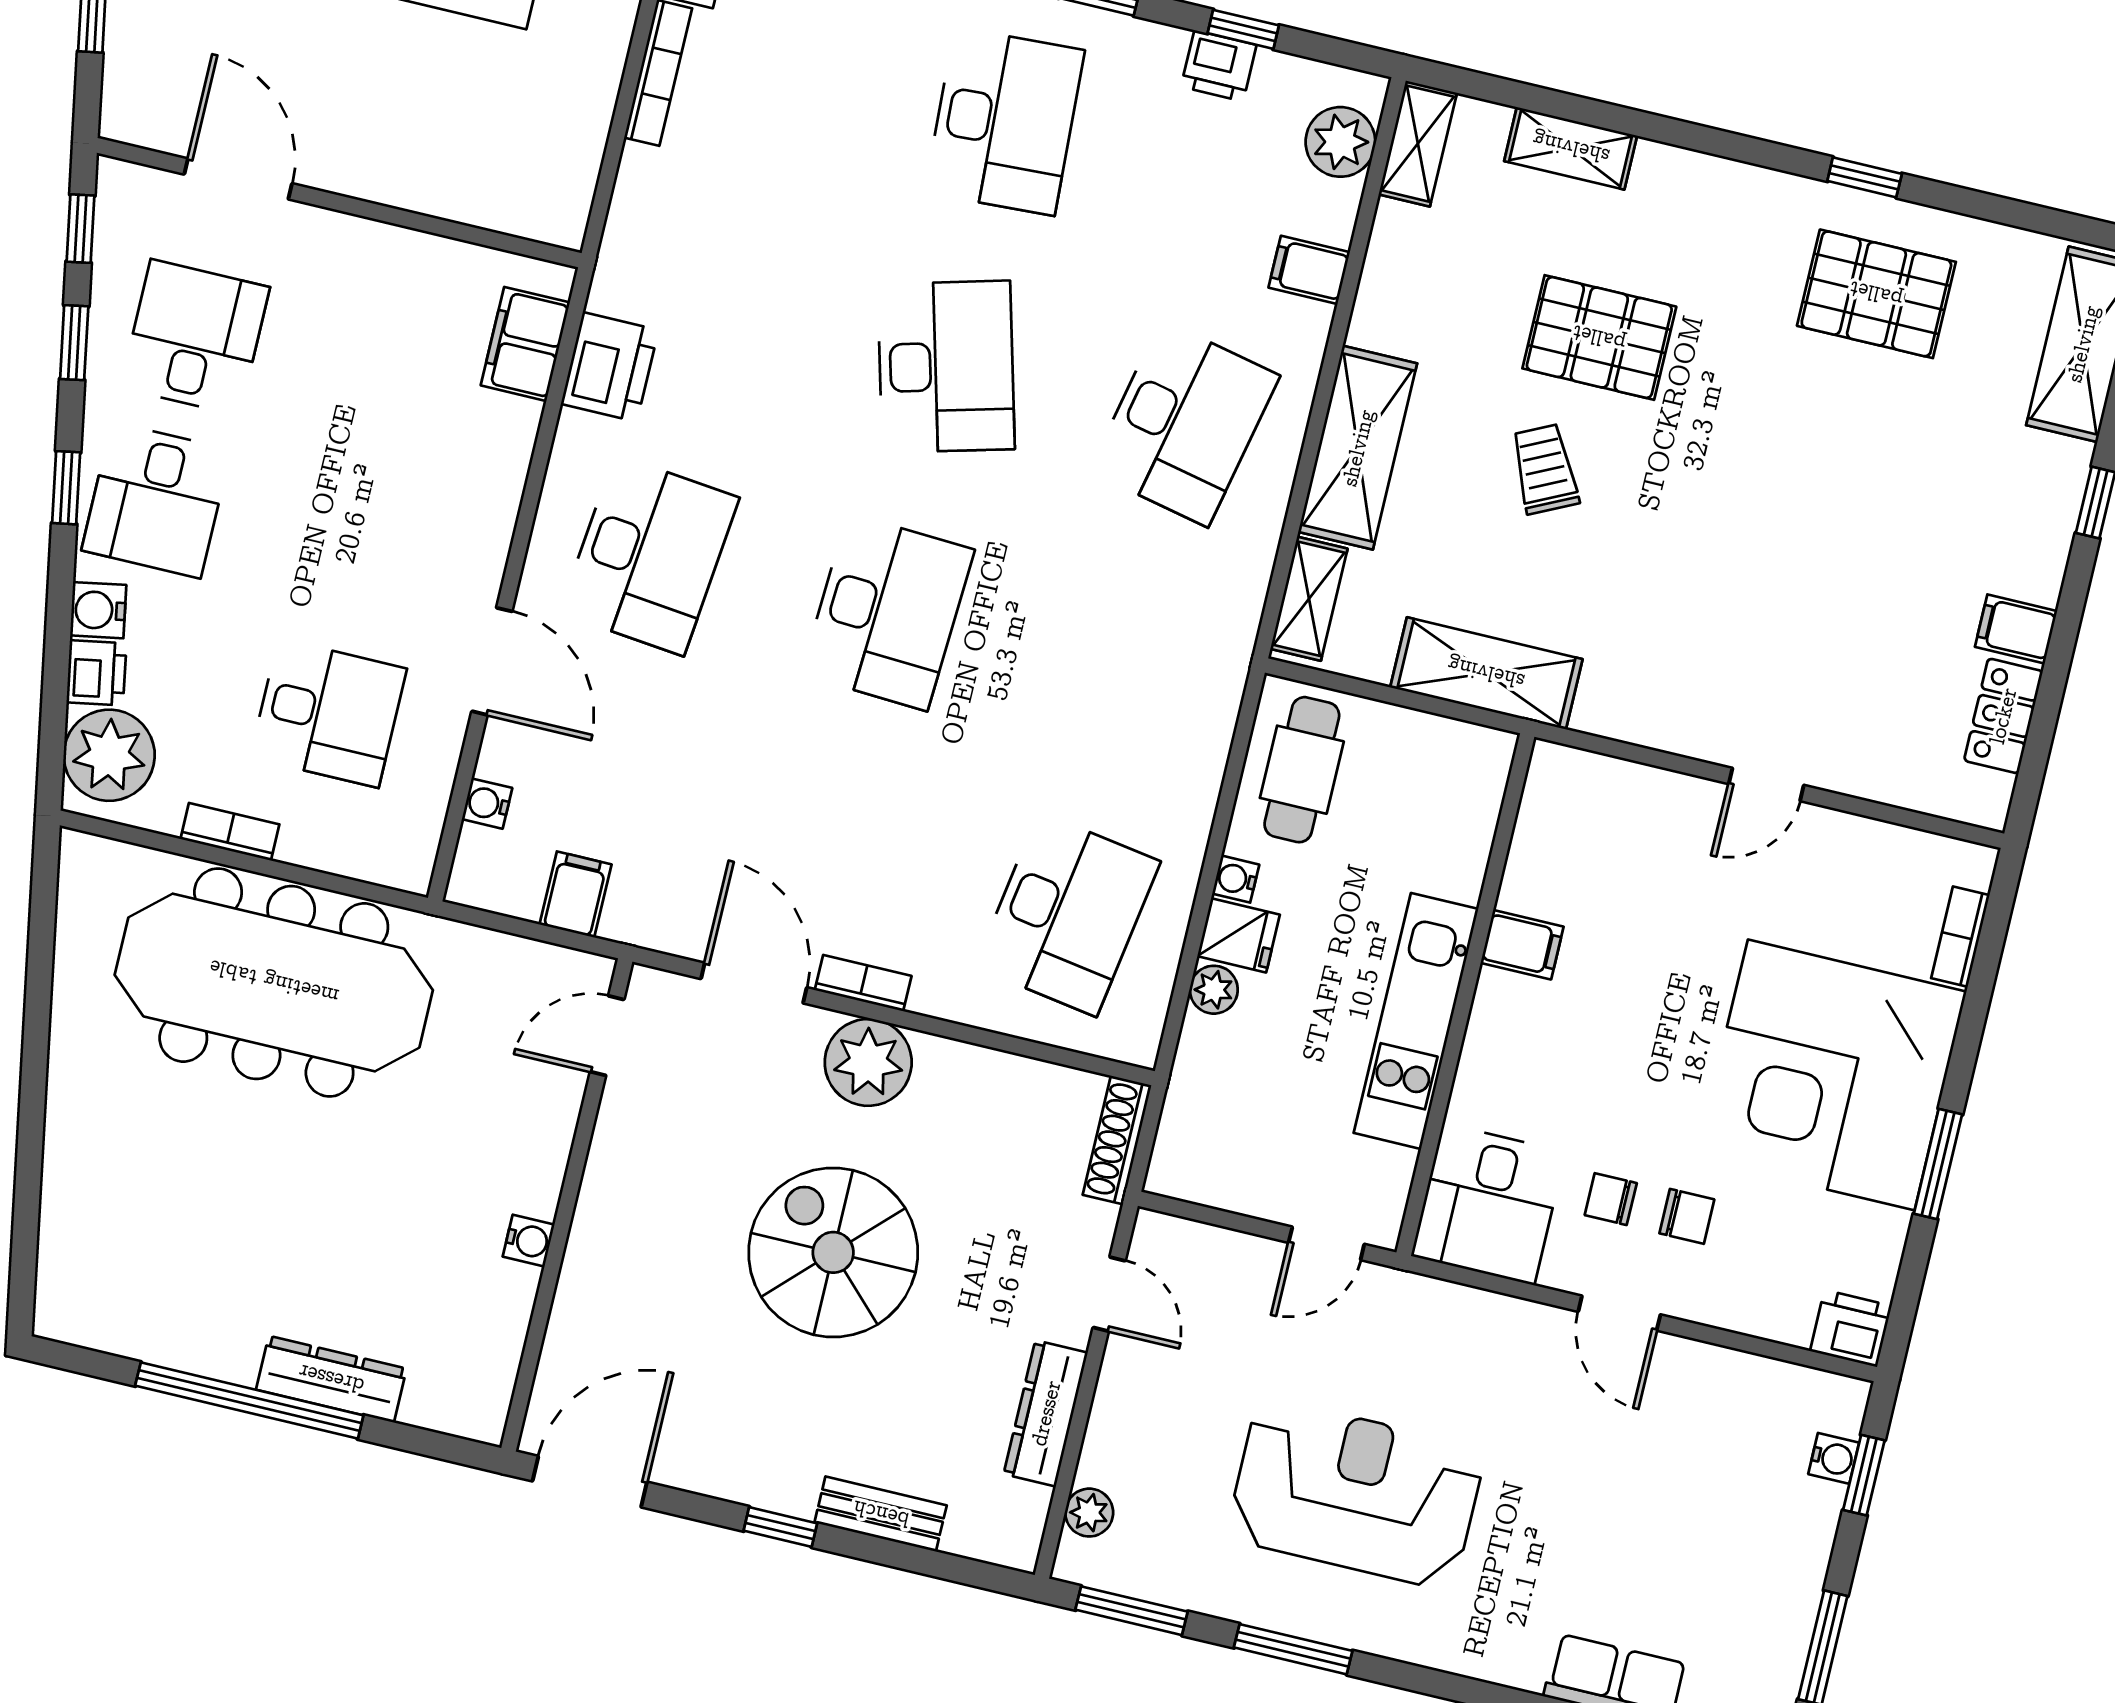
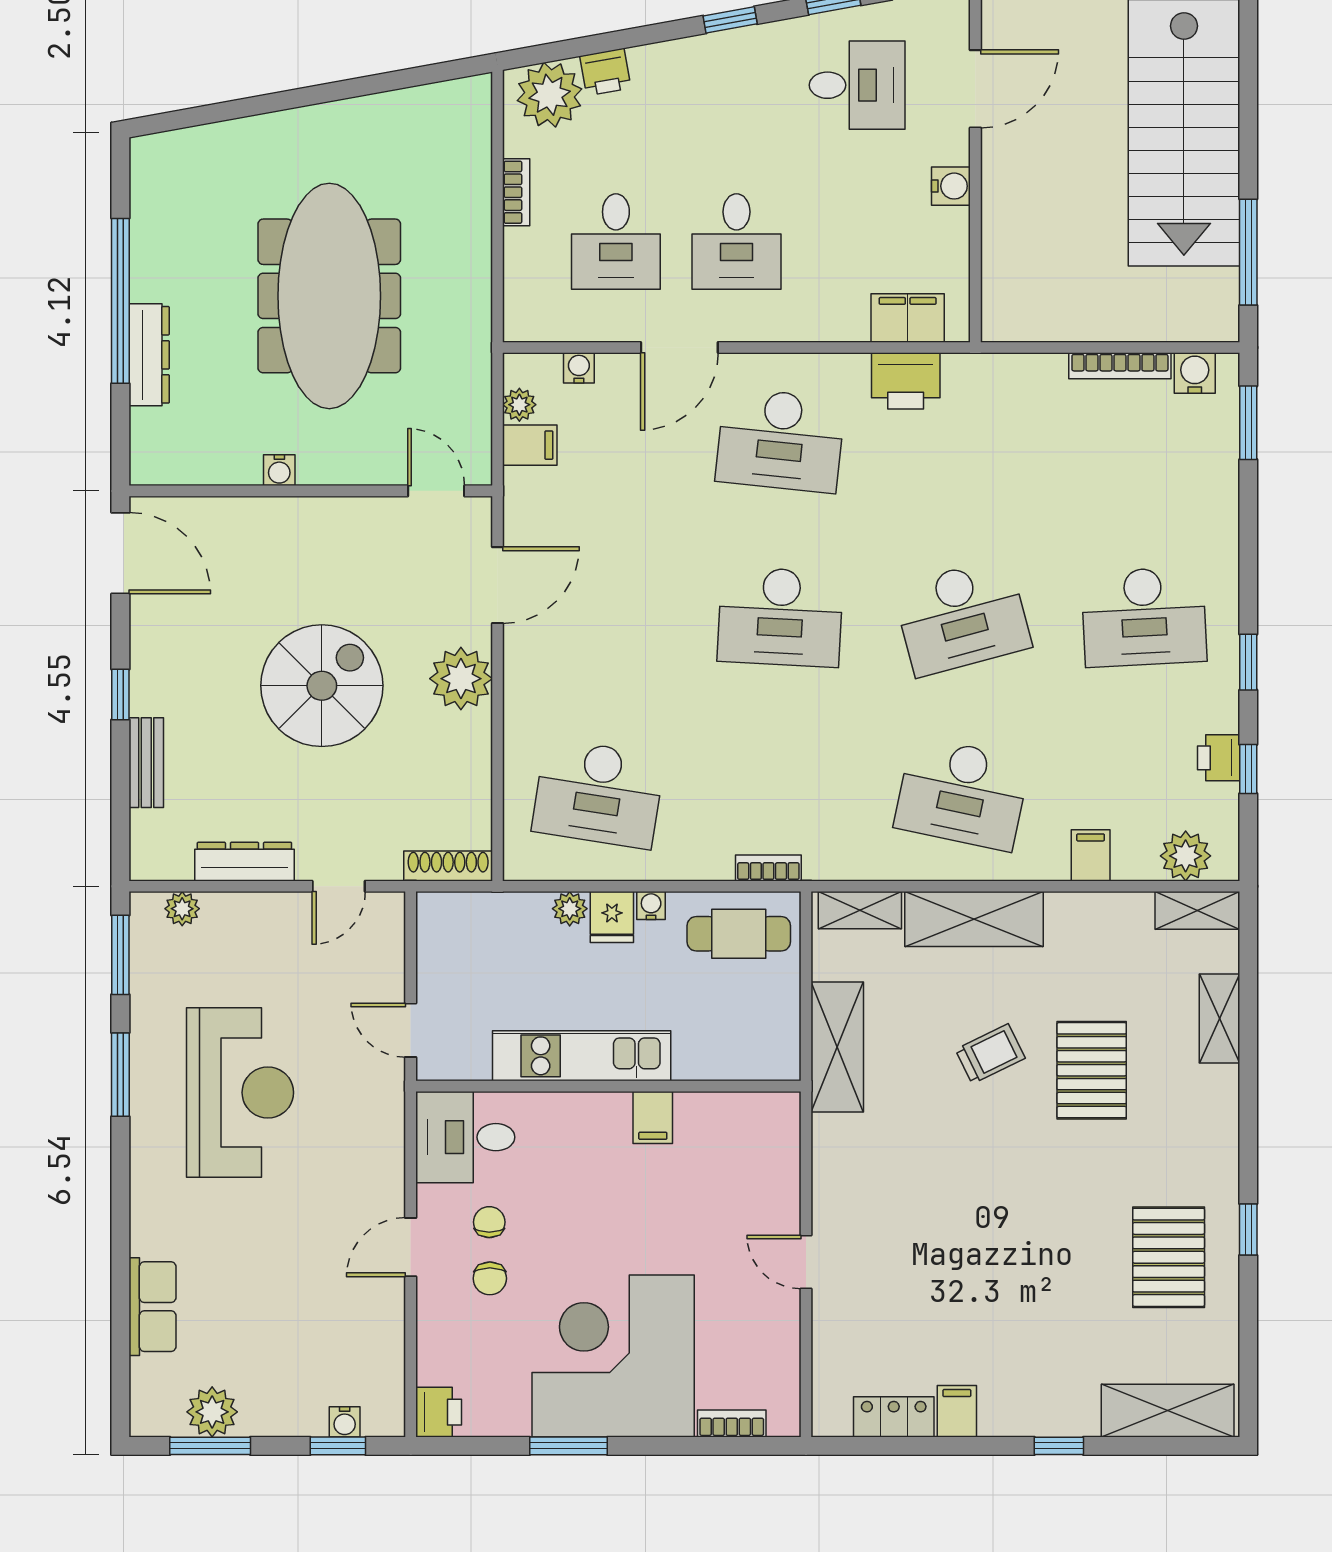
desk: (156, 500) -> (736, 241), moved, turned -90
water cooler: (98, 610) -> (951, 186), moved, turned 100
plant: (518, 896) -> (519, 405), added
meeting table: (274, 982) -> (329, 296), moved
bookcase: (863, 983) -> (768, 868), moved, turned -90
plant: (1778, 1634) -> (212, 1412), added

